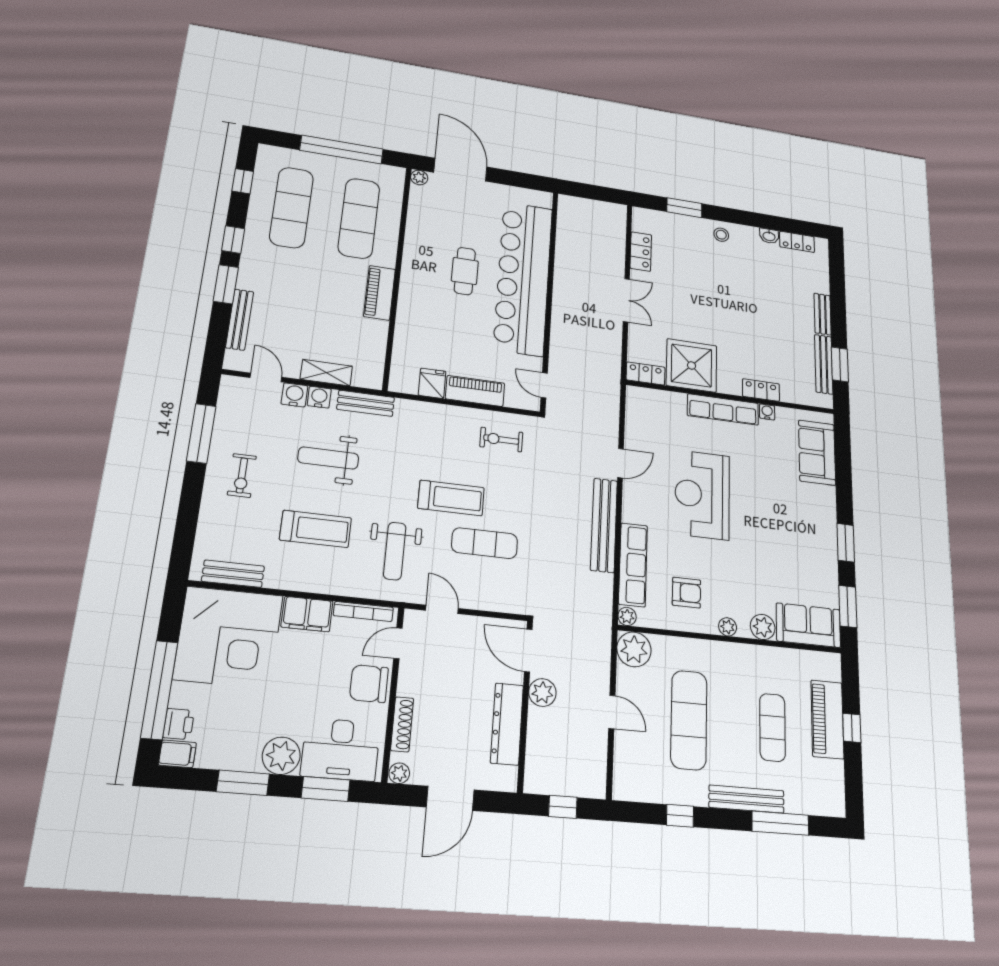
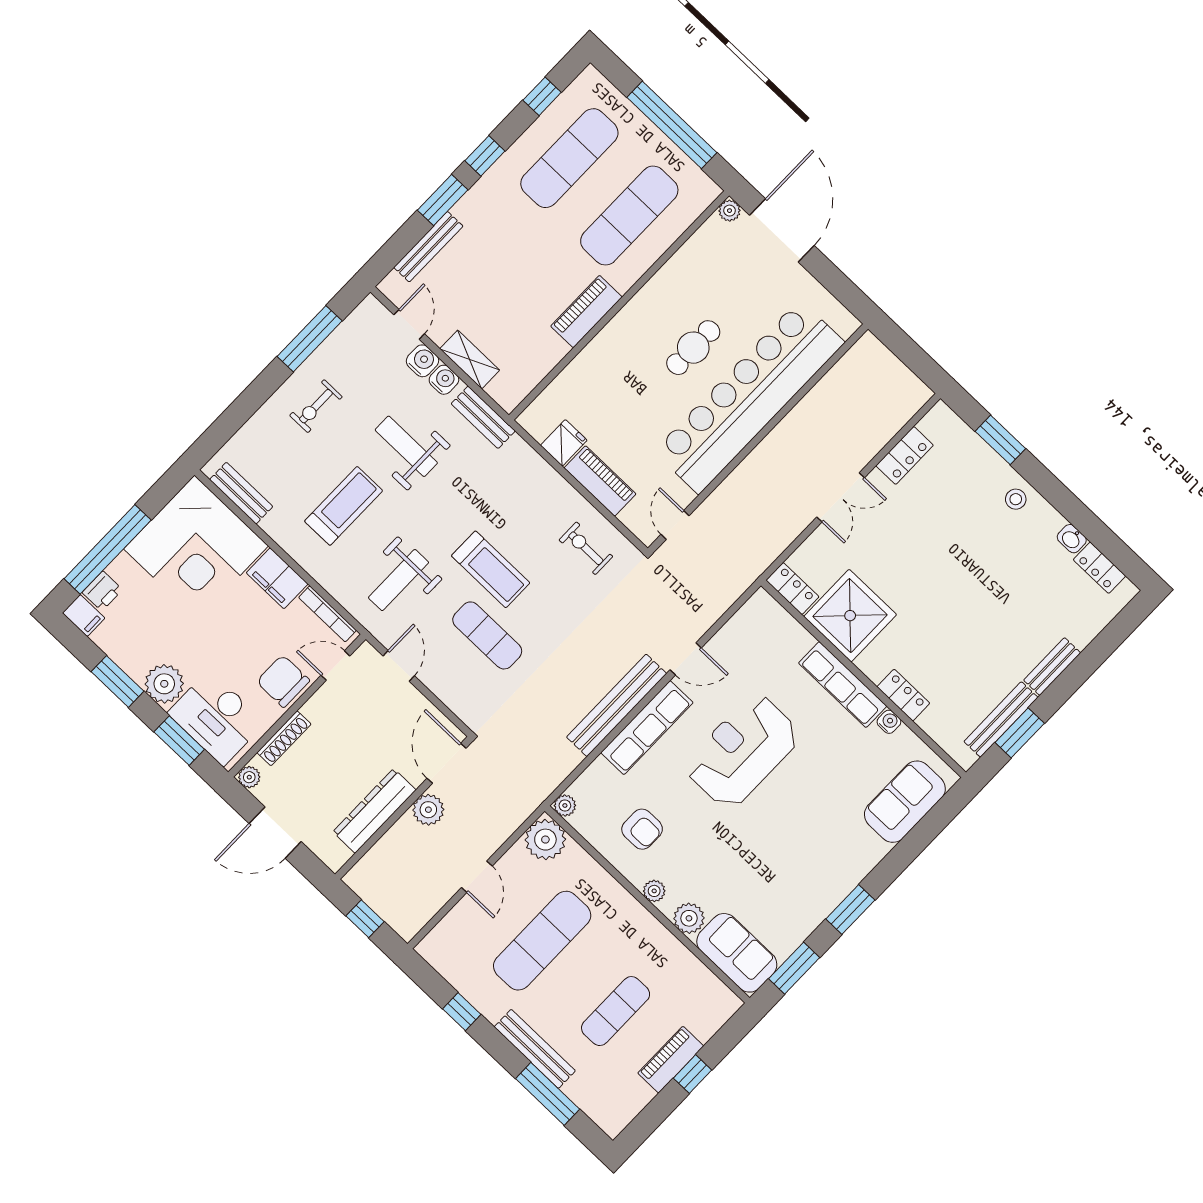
treadmill: (316, 529) -> (344, 506), turned -90
row of seats: (633, 565) -> (647, 728), moved
piano: (827, 719) -> (671, 1060), width x0.73, depth x0.75

